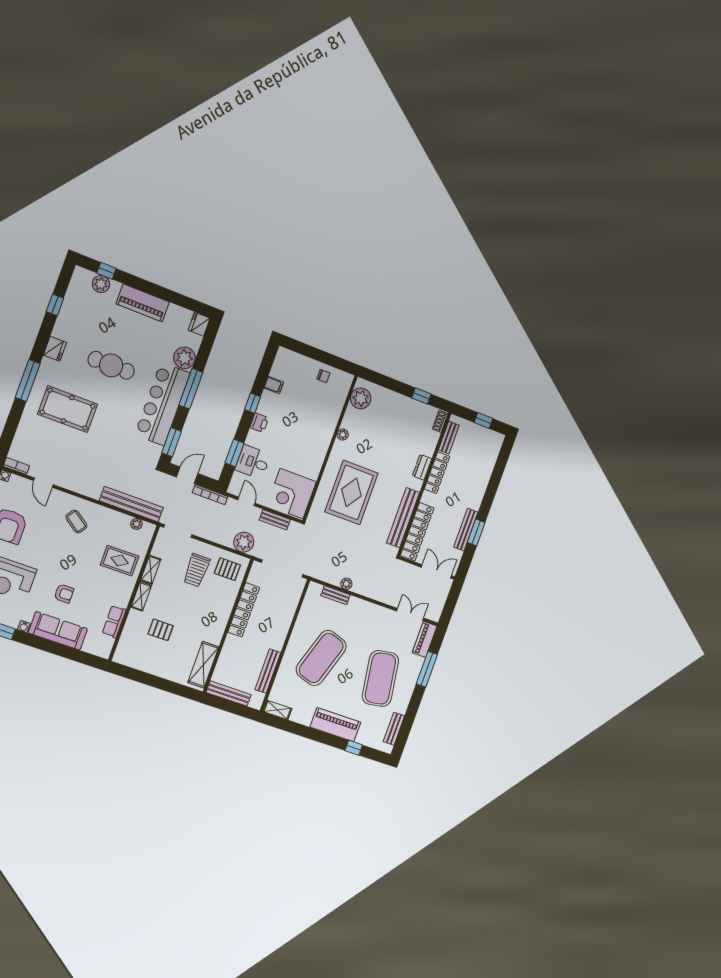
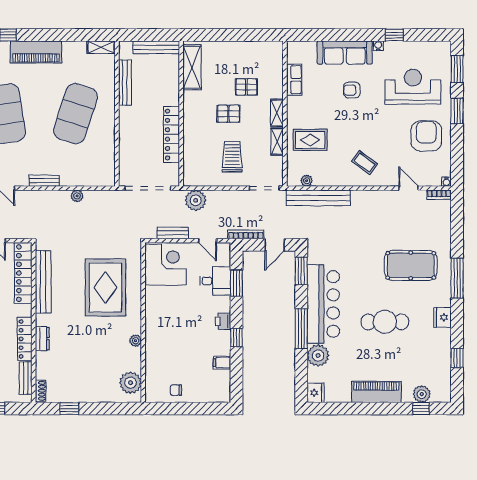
pallet: (227, 569) -> (228, 114), moved
bench: (335, 595) -> (44, 181), moved

